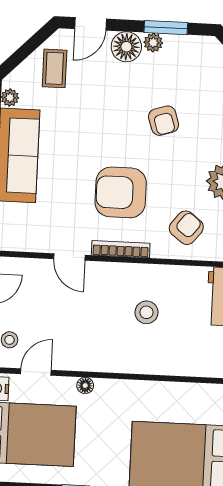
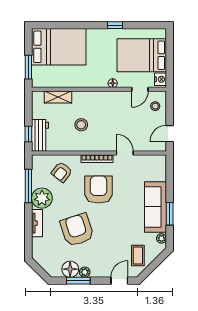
floor lamp: (126, 47) -> (70, 269), moved
armchair: (164, 121) -> (77, 230), width x1.88, depth x1.88
armchair: (121, 192) -> (99, 190), turned -90
shelving: (186, 365) -> (58, 97), added

